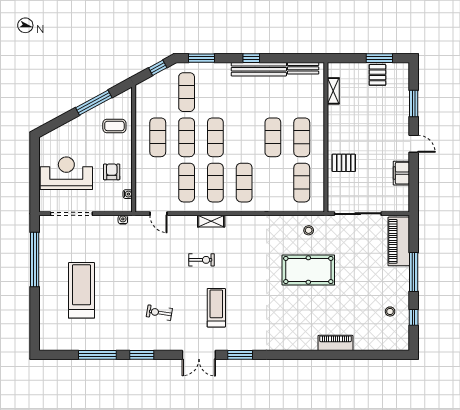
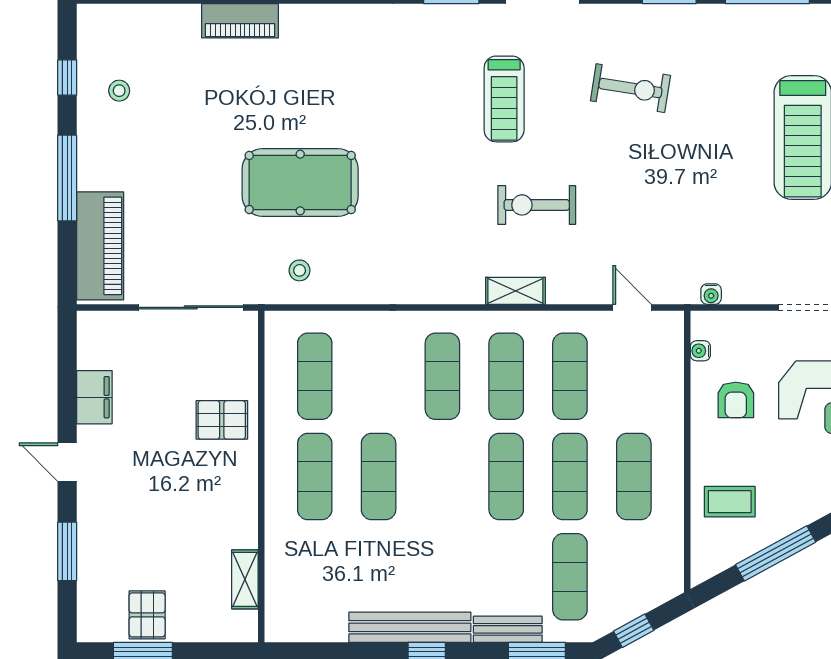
bench: (303, 68) -> (508, 629), moved
exercise bike: (202, 260) -> (537, 205), width x1.38, depth x1.39
exercise bike: (159, 313) -> (630, 88), width x1.38, depth x1.39

